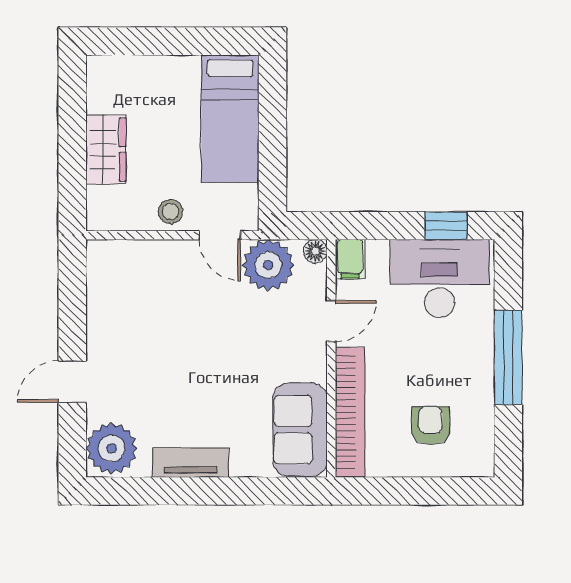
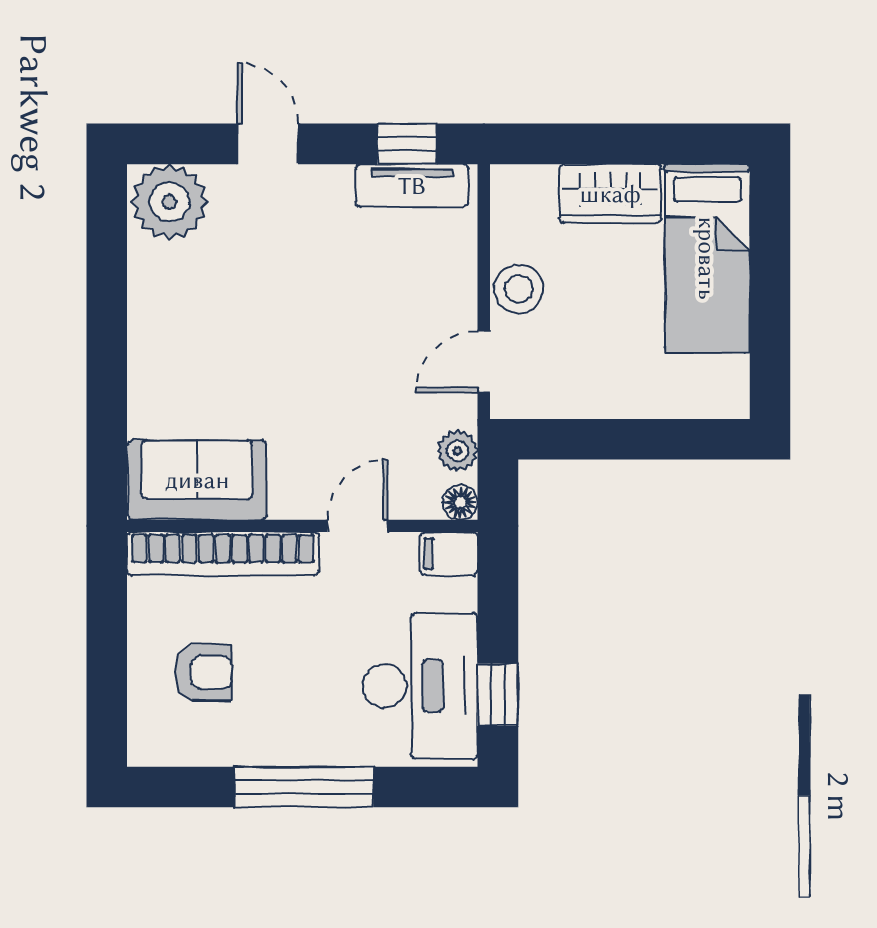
bed: (230, 119) -> (707, 258), moved, turned -90
stool: (170, 212) -> (519, 289), width x1.37, depth x1.37
plant: (268, 265) -> (458, 451), width x0.53, depth x0.53
window: (72, 287) -> (407, 144), added
door: (331, 321) -> (358, 526), swing flipped
tv unit: (190, 463) -> (412, 186), moved, turned 90

